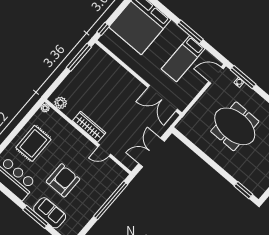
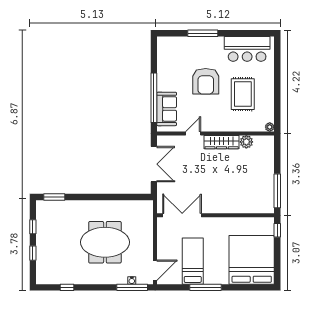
plant: (61, 103) -> (246, 142), moved
rug: (33, 143) -> (243, 94), moved
sofa: (50, 213) -> (167, 109), moved, turned -90

